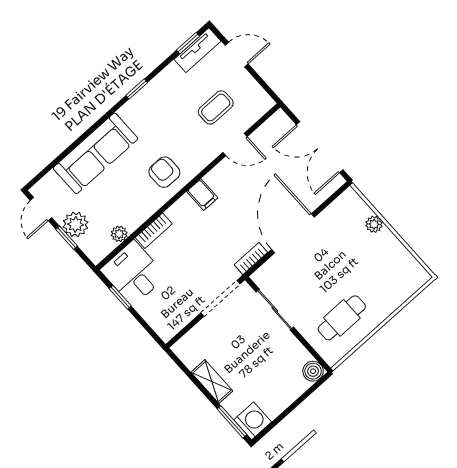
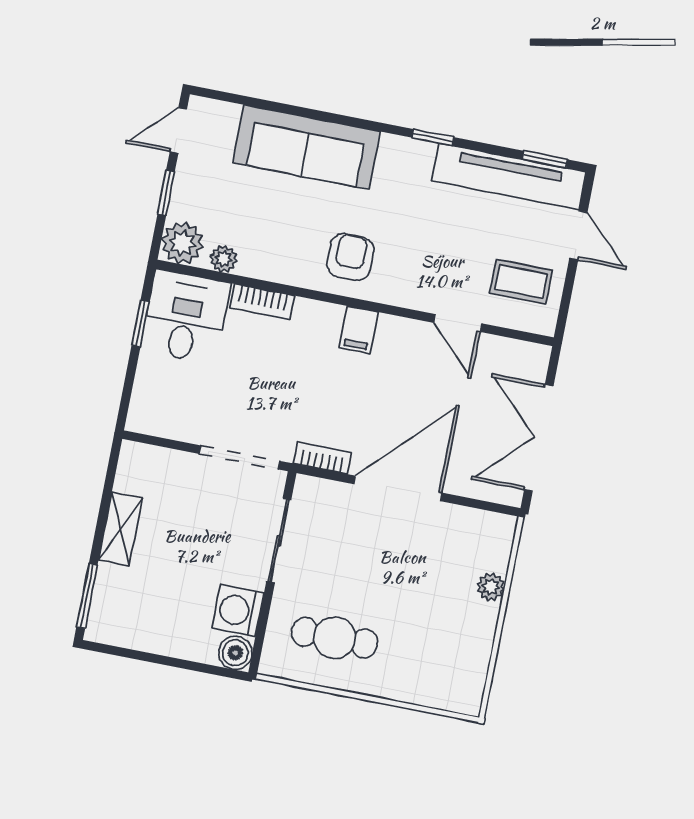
tv unit: (197, 50) -> (509, 176), width x1.92, depth x1.29
coffee table: (216, 107) -> (521, 282), moved
plant: (76, 224) -> (182, 243), moved
washing machine: (253, 421) -> (238, 611), moved, turned 180

